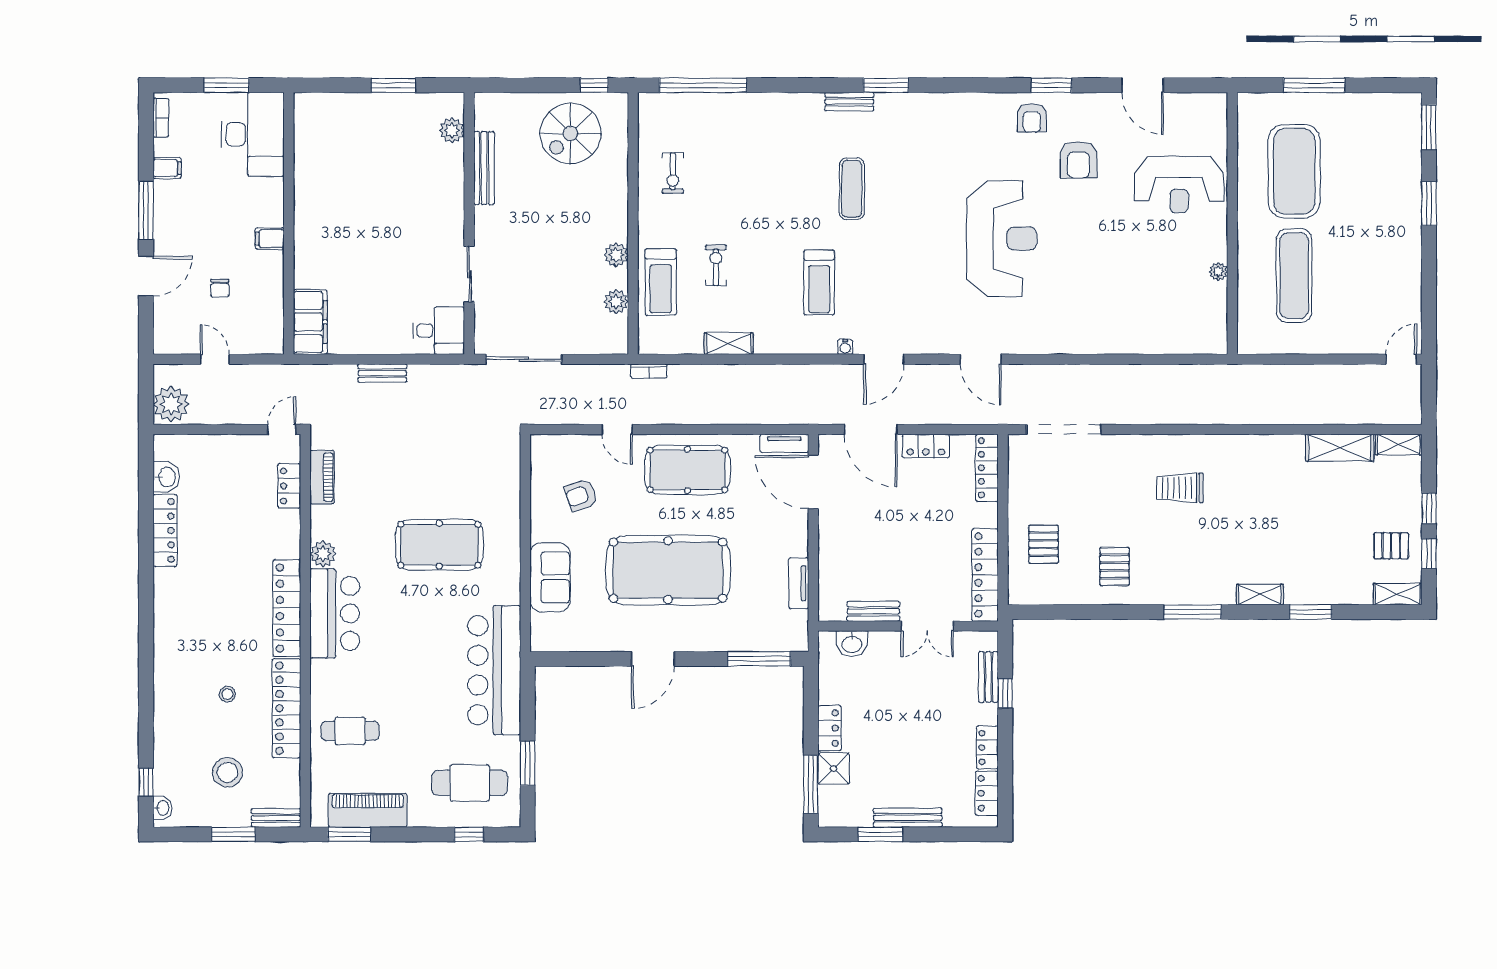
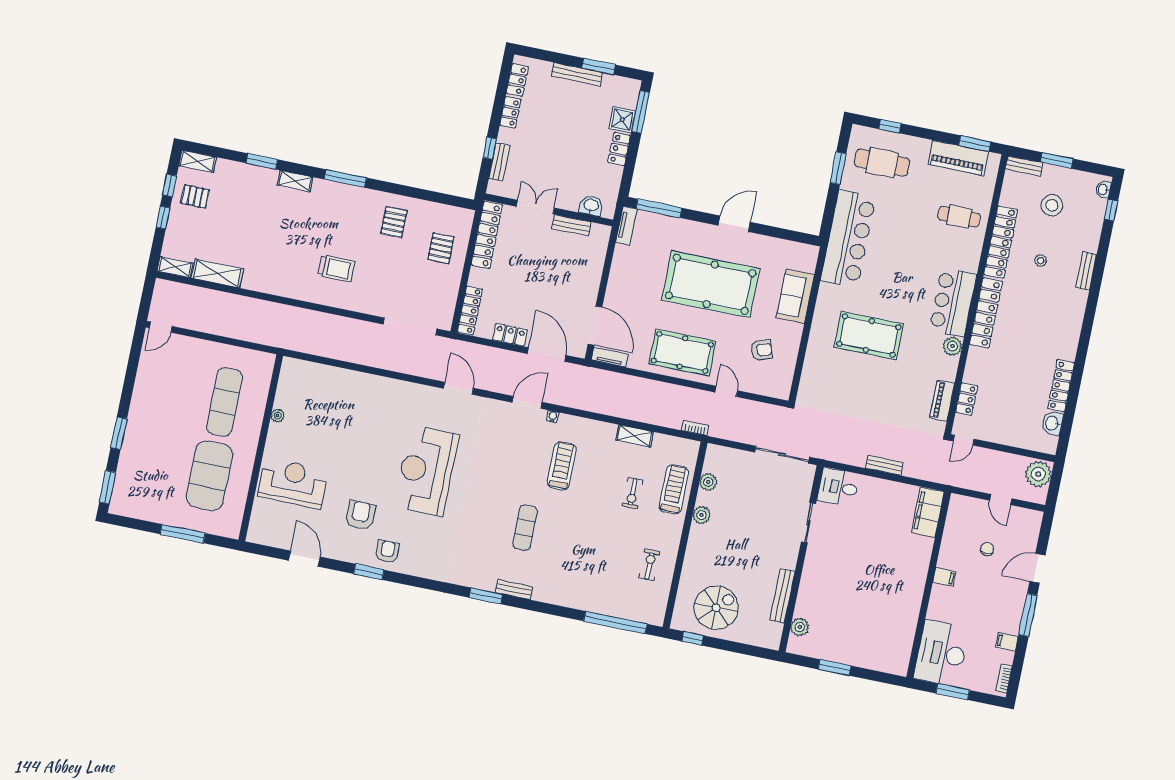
tv unit: (799, 583) -> (626, 226), moved
bench: (163, 693) -> (1086, 271), added

